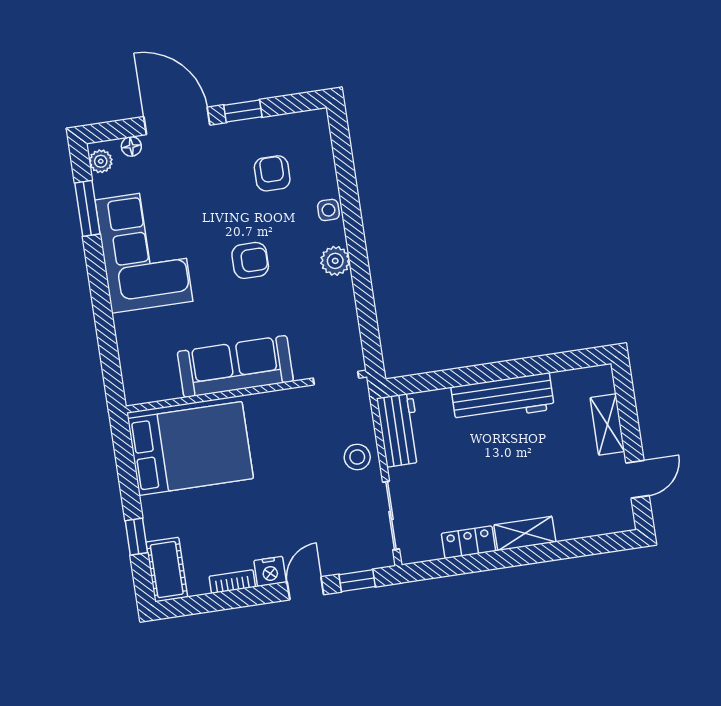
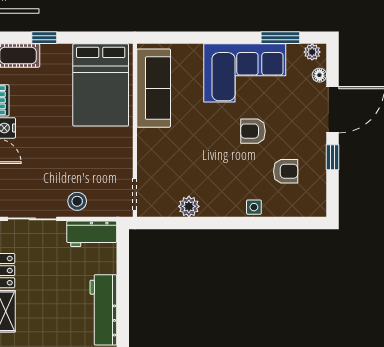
armchair: (250, 260) -> (253, 131), moved, turned 90
plant: (335, 261) -> (189, 206), moved
sofa: (235, 366) -> (154, 88), moved

